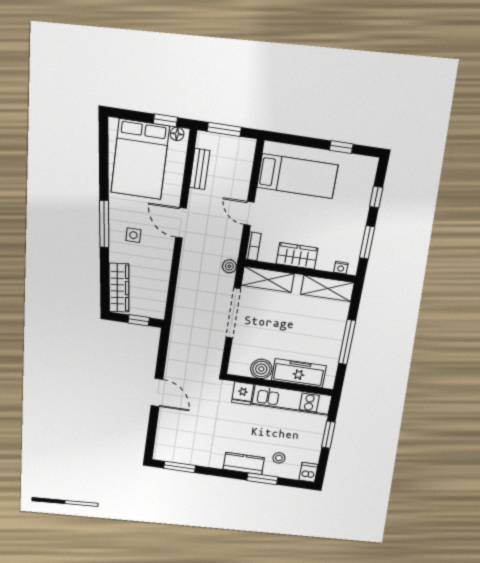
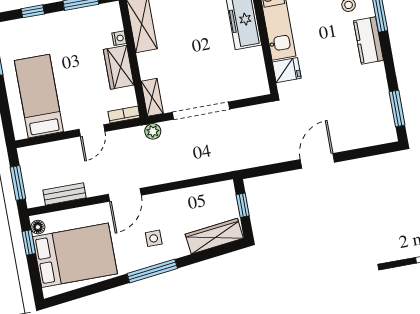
nightstand: (341, 268) -> (119, 38), moved
shelving: (268, 279) -> (152, 97), width x0.67, depth x0.75
boiler: (261, 369) -> (252, 60), removed

